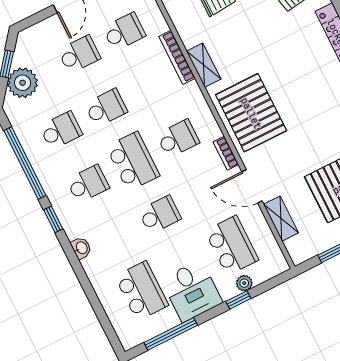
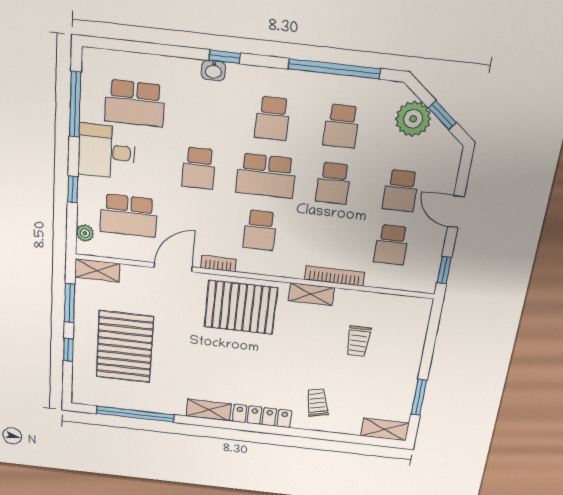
window: (53, 219) -> (225, 57), moved
shelving: (281, 219) -> (97, 270), moved
plant: (244, 283) -> (85, 233), moved

